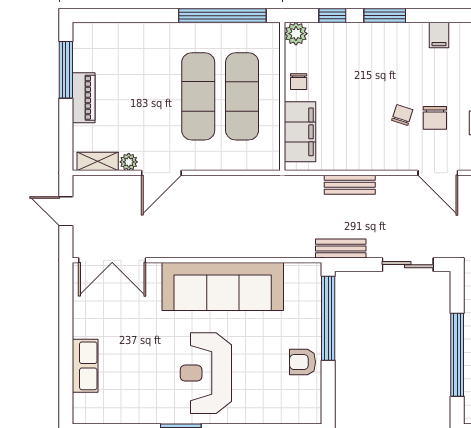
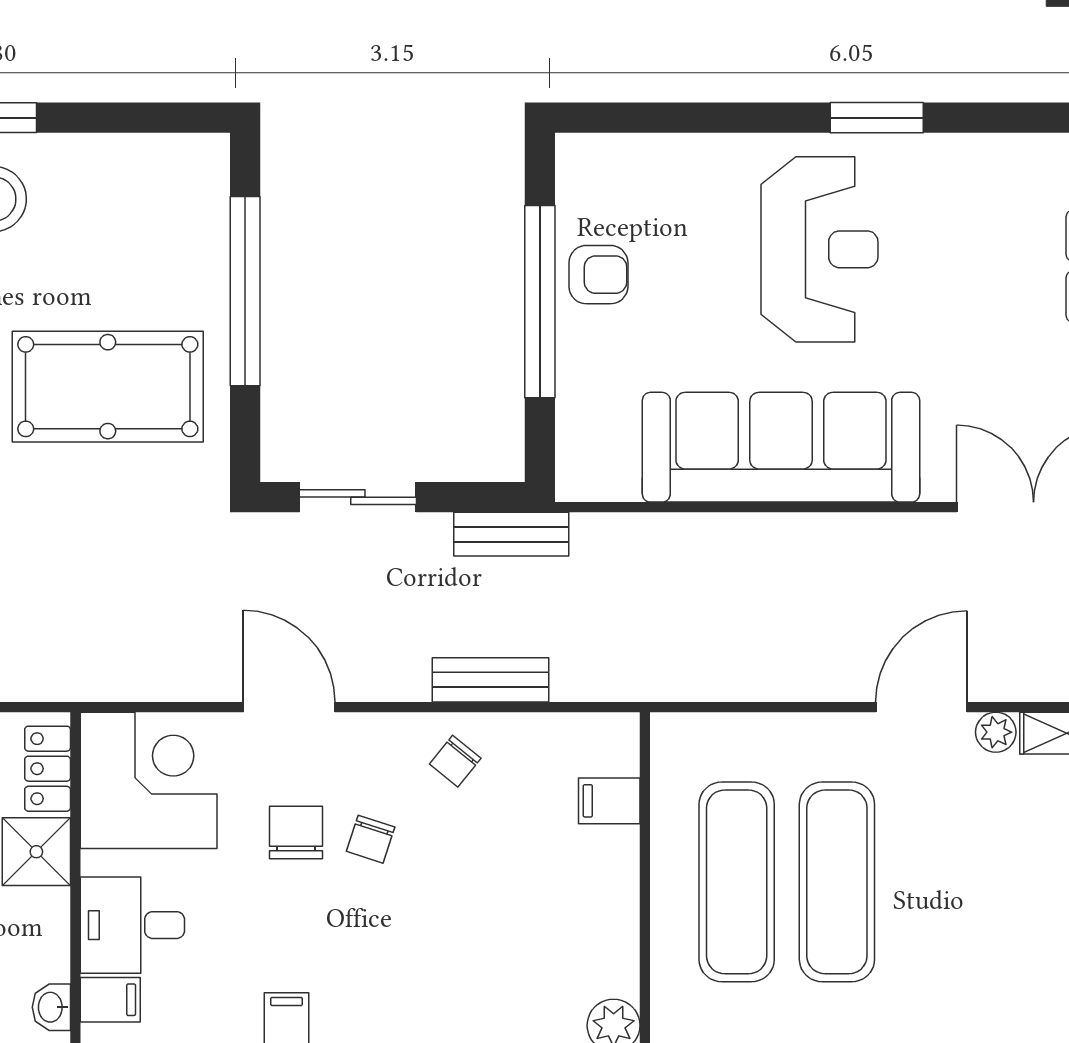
chair: (299, 82) -> (455, 761), moved, turned -141
filing cabinet: (300, 132) -> (609, 801), width x0.33, depth x0.86
window: (328, 318) -> (540, 302), moved

